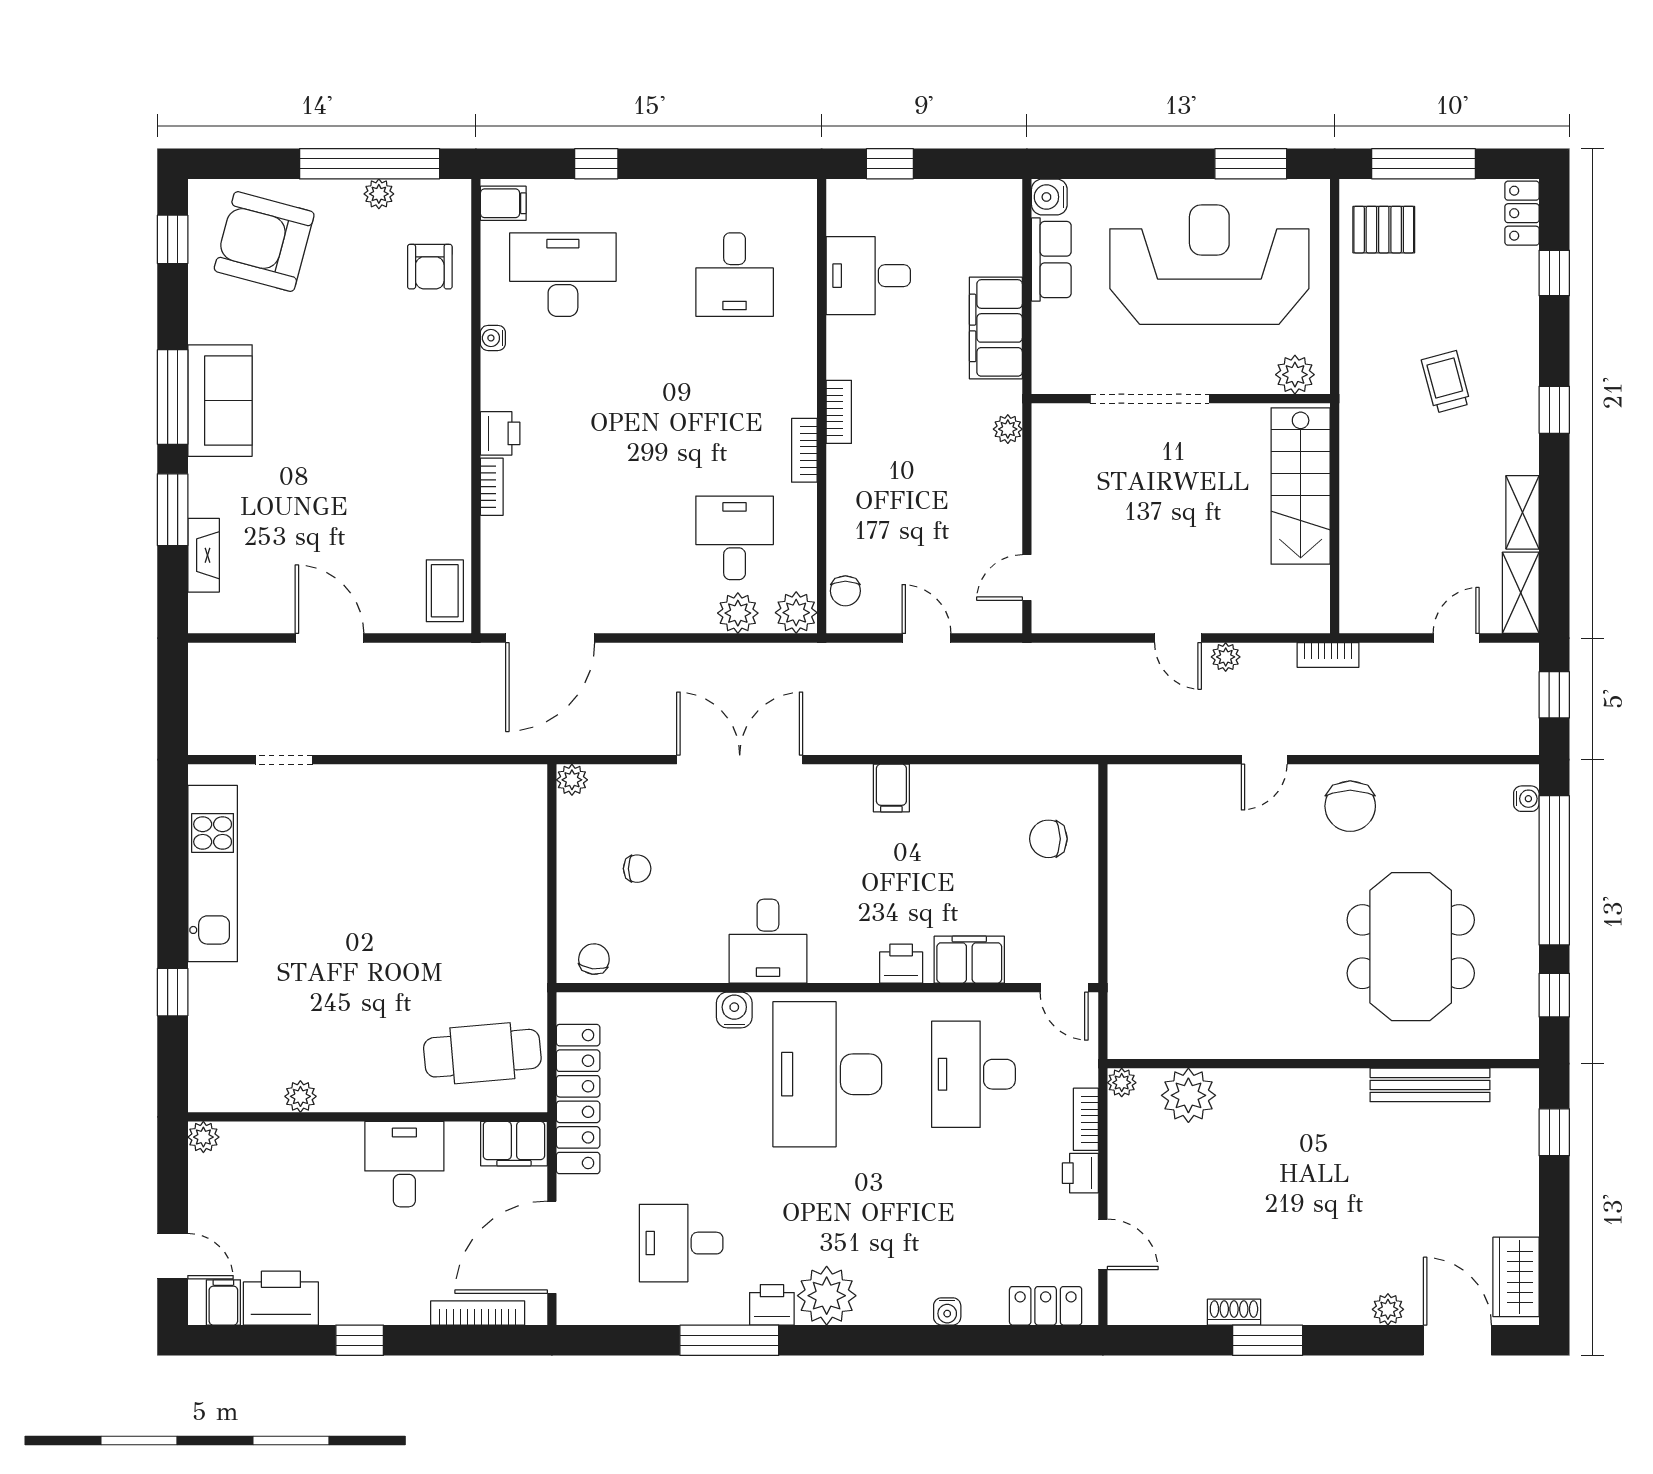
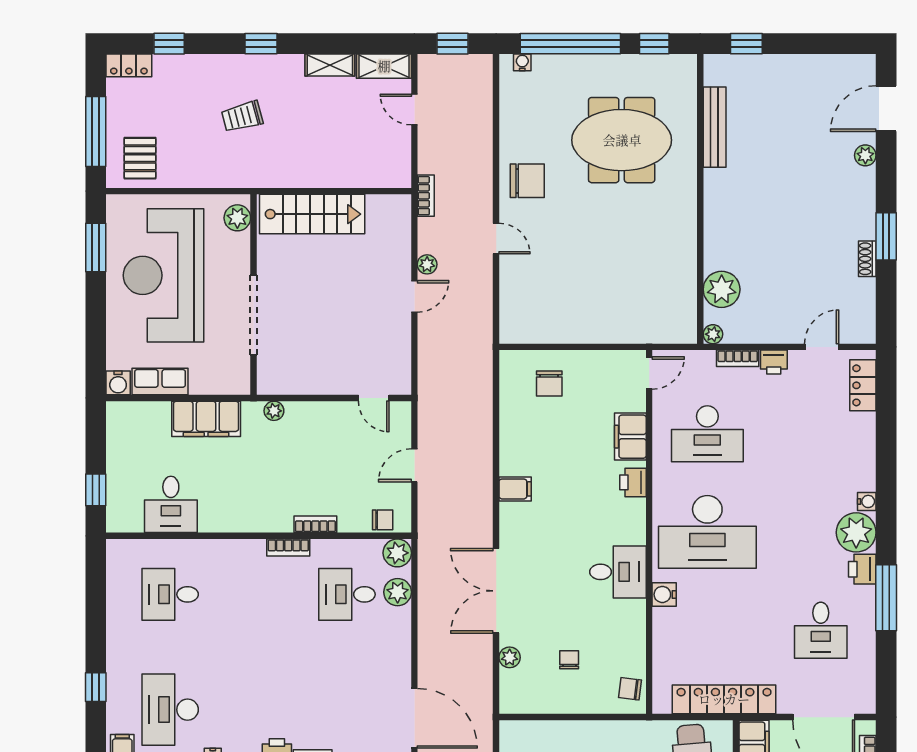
desk: (735, 275) -> (170, 594), turned 180
bookcase: (839, 412) -> (315, 524), moved
plant: (572, 780) -> (510, 657), moved
wardrobe: (1516, 1277) -> (844, 69), removed
water cooler: (947, 1311) -> (867, 501), moved

